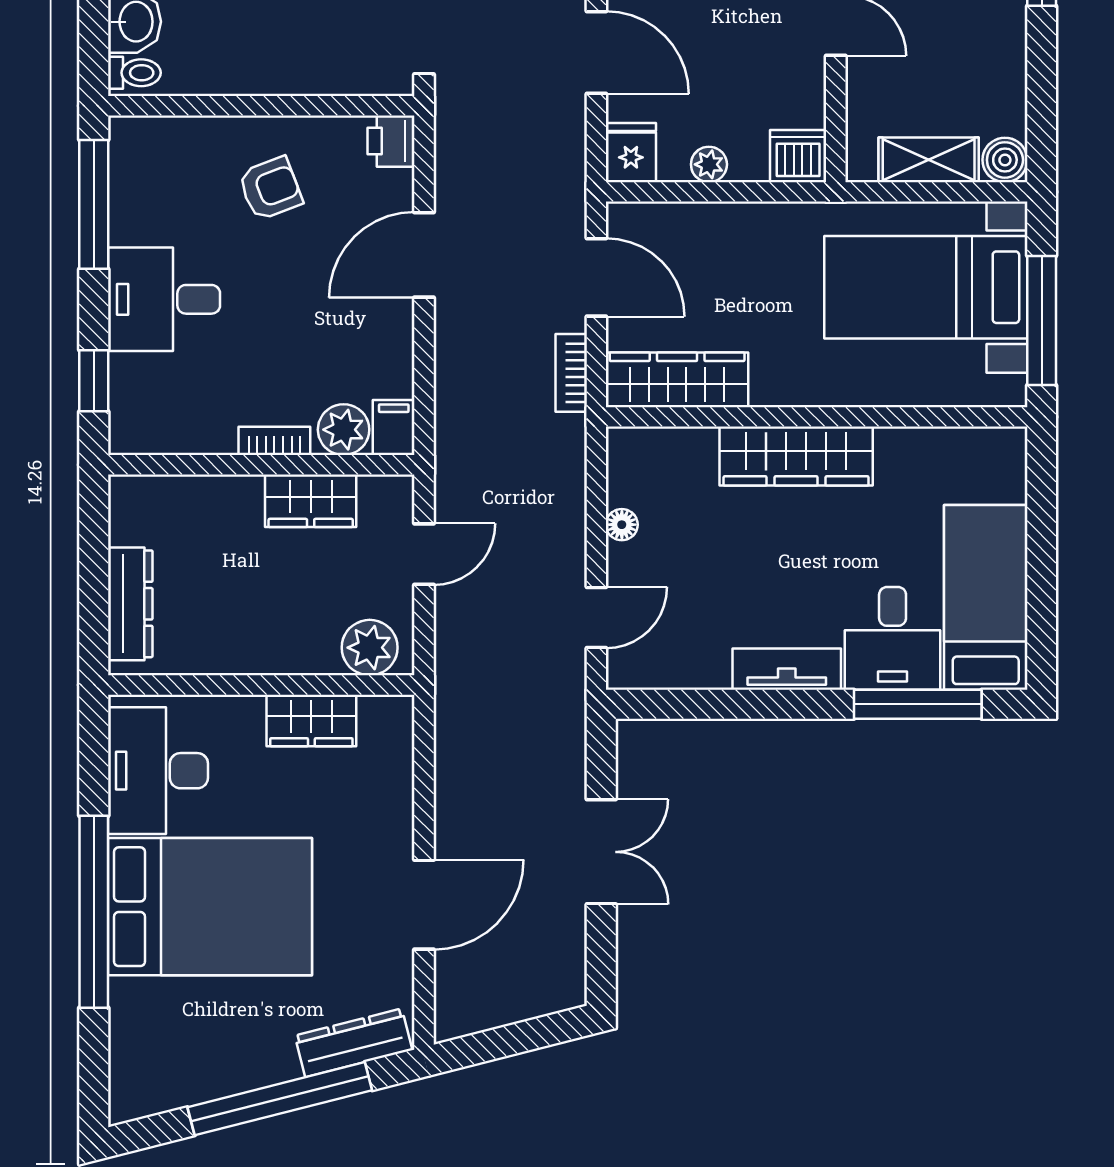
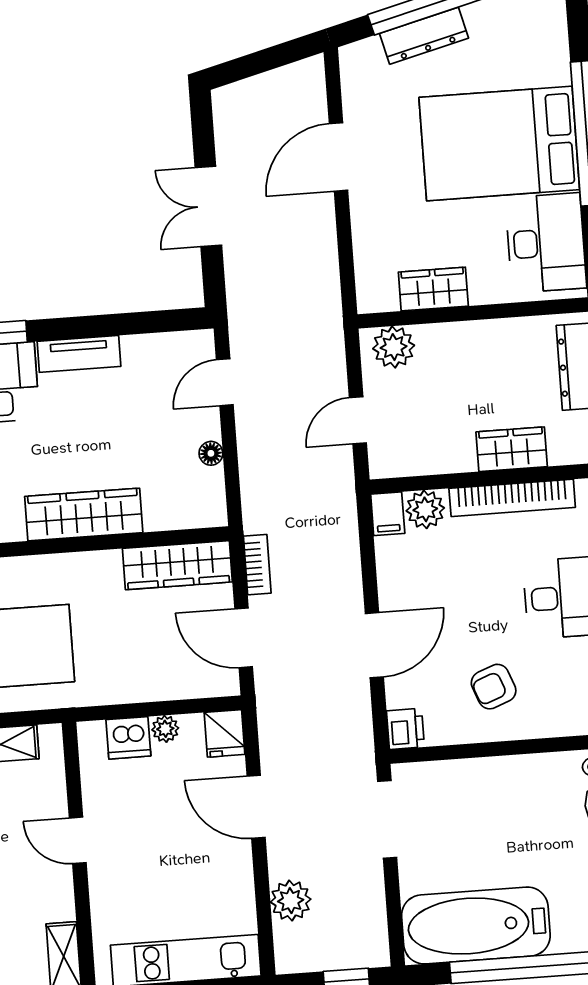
dishwasher: (798, 156) -> (128, 738), moved
bookcase: (274, 441) -> (512, 498), width x2.31, depth x1.31
wardrobe: (311, 501) -> (512, 449), moved
dresser: (354, 1043) -> (424, 36), moved

